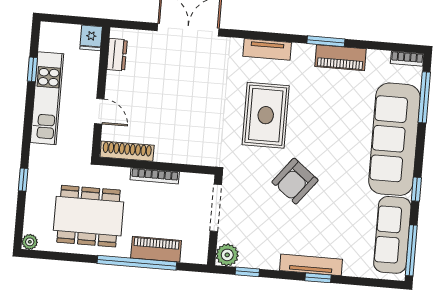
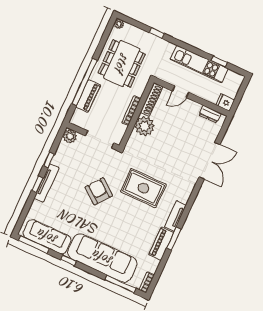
tv unit: (267, 49) -> (175, 216), moved
plant: (171, 147) -> (145, 126), added
window: (247, 272) -> (49, 160), moved

